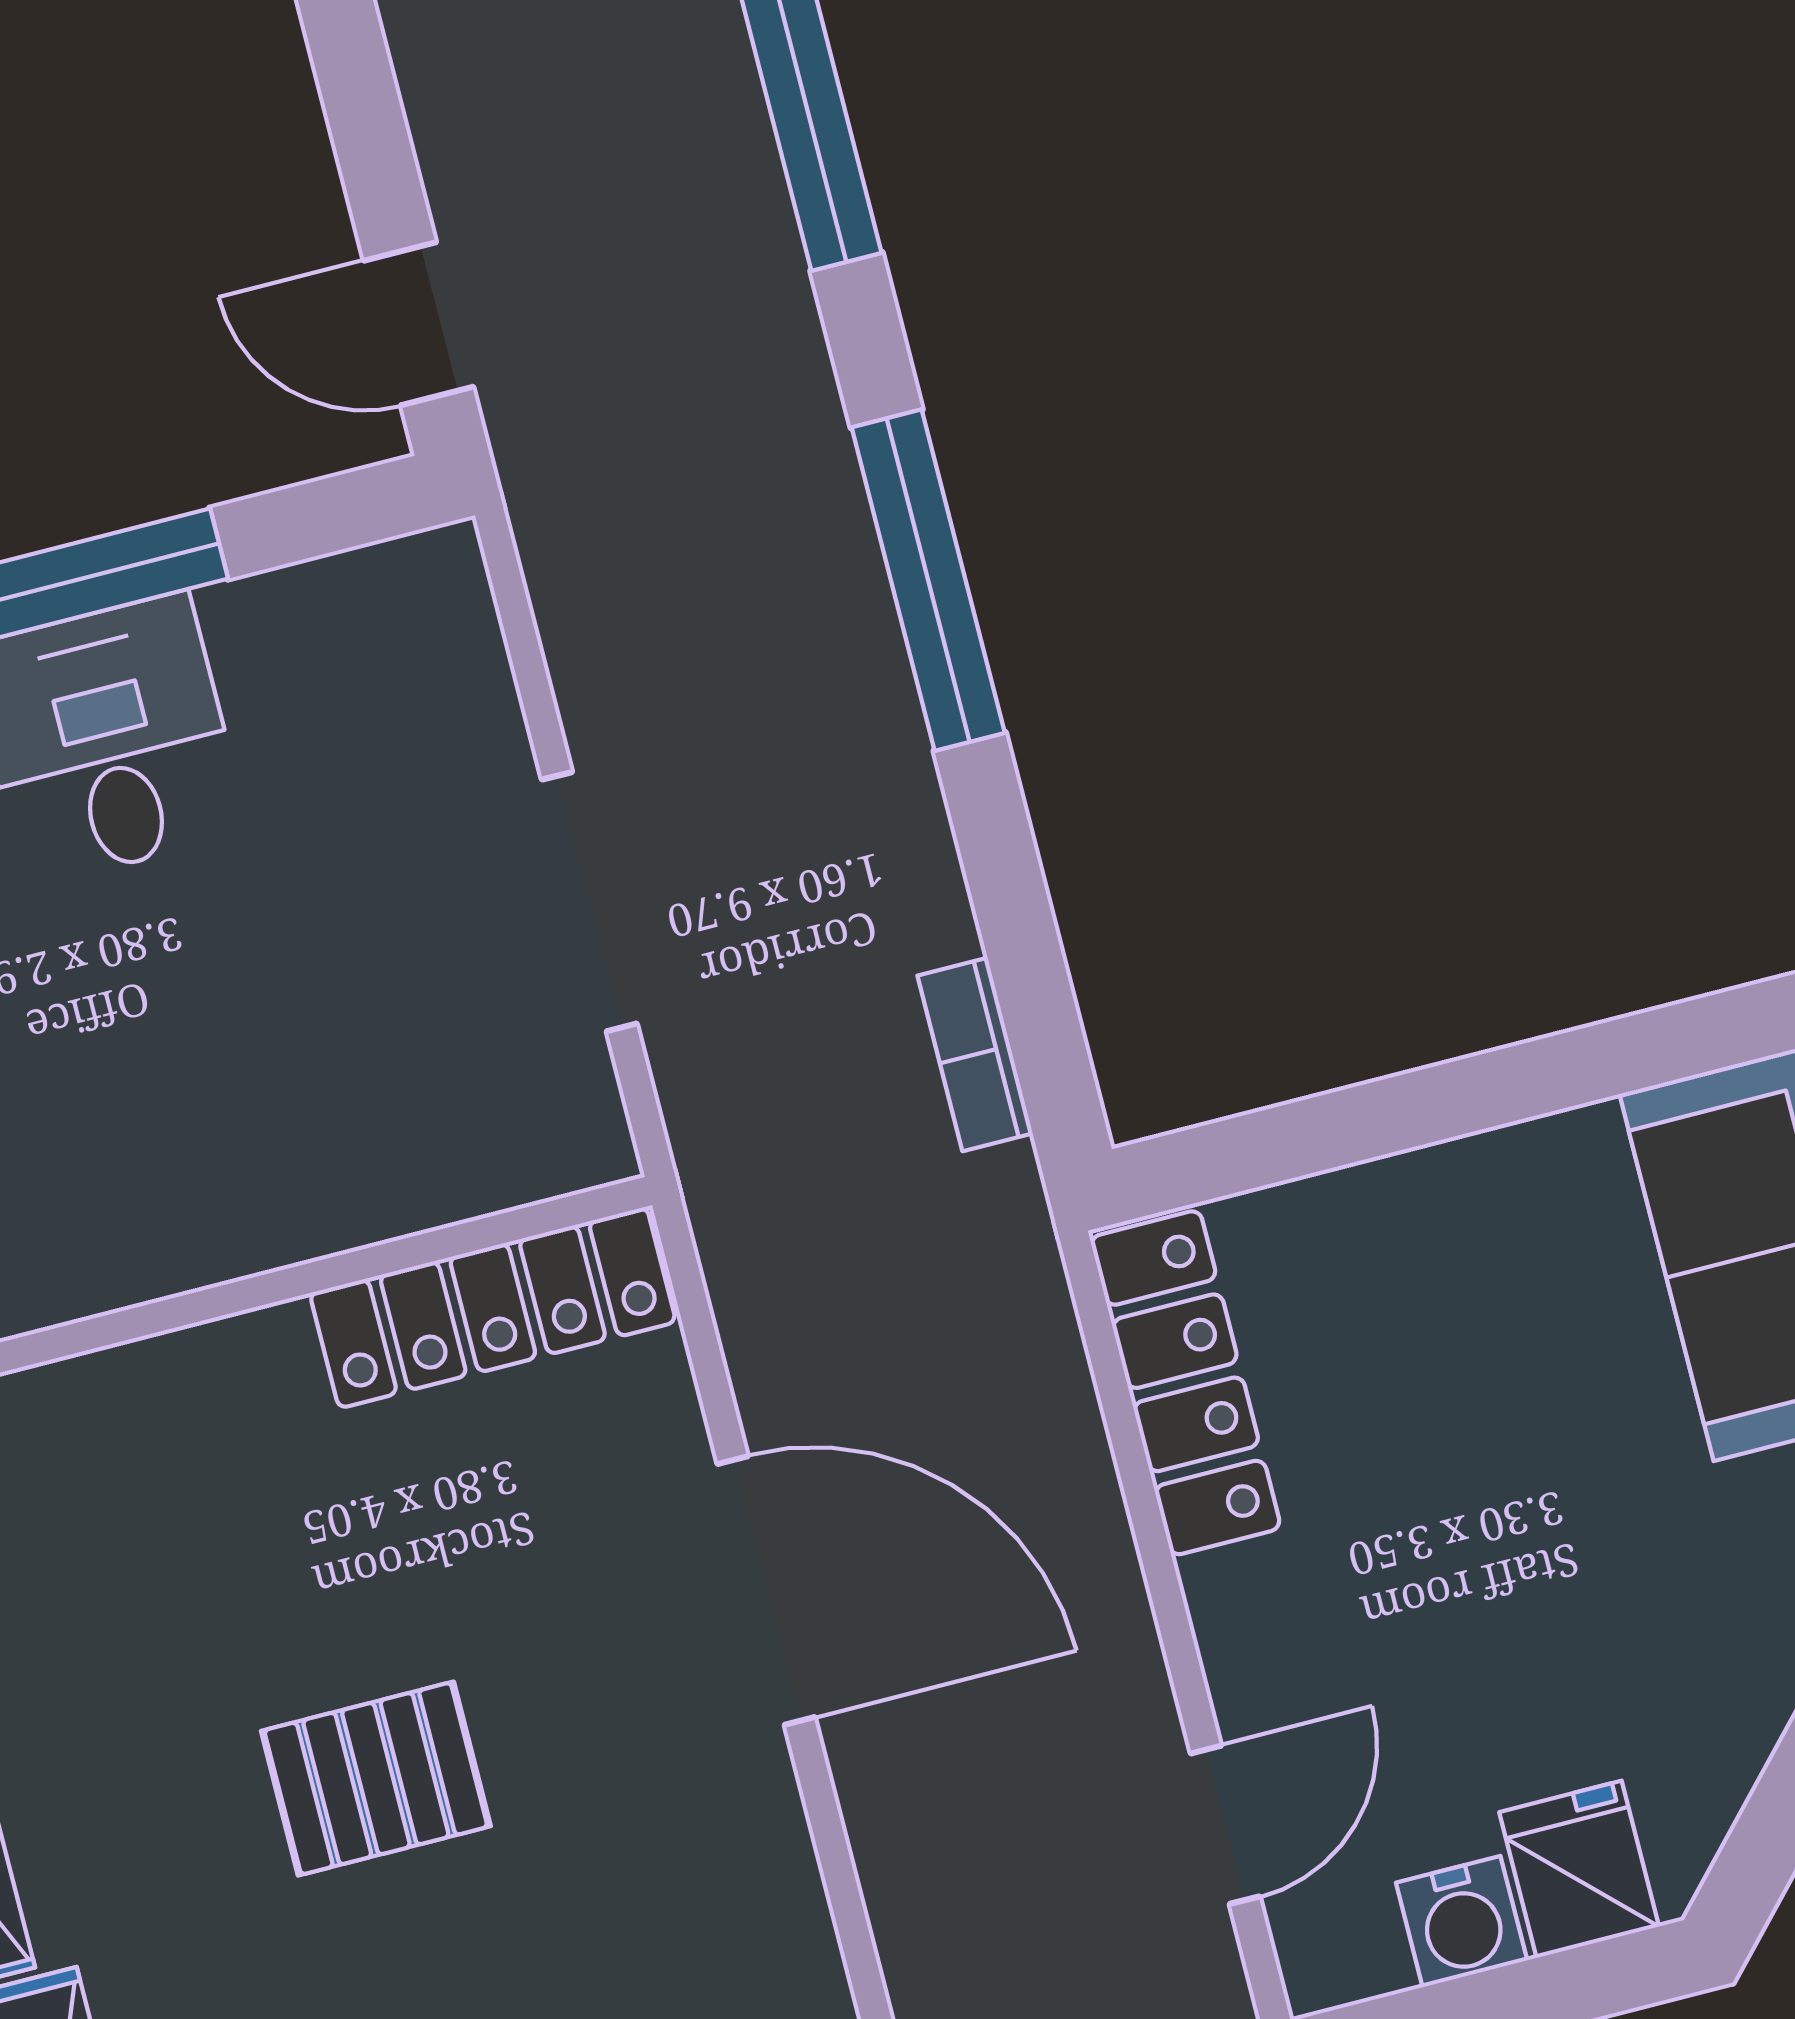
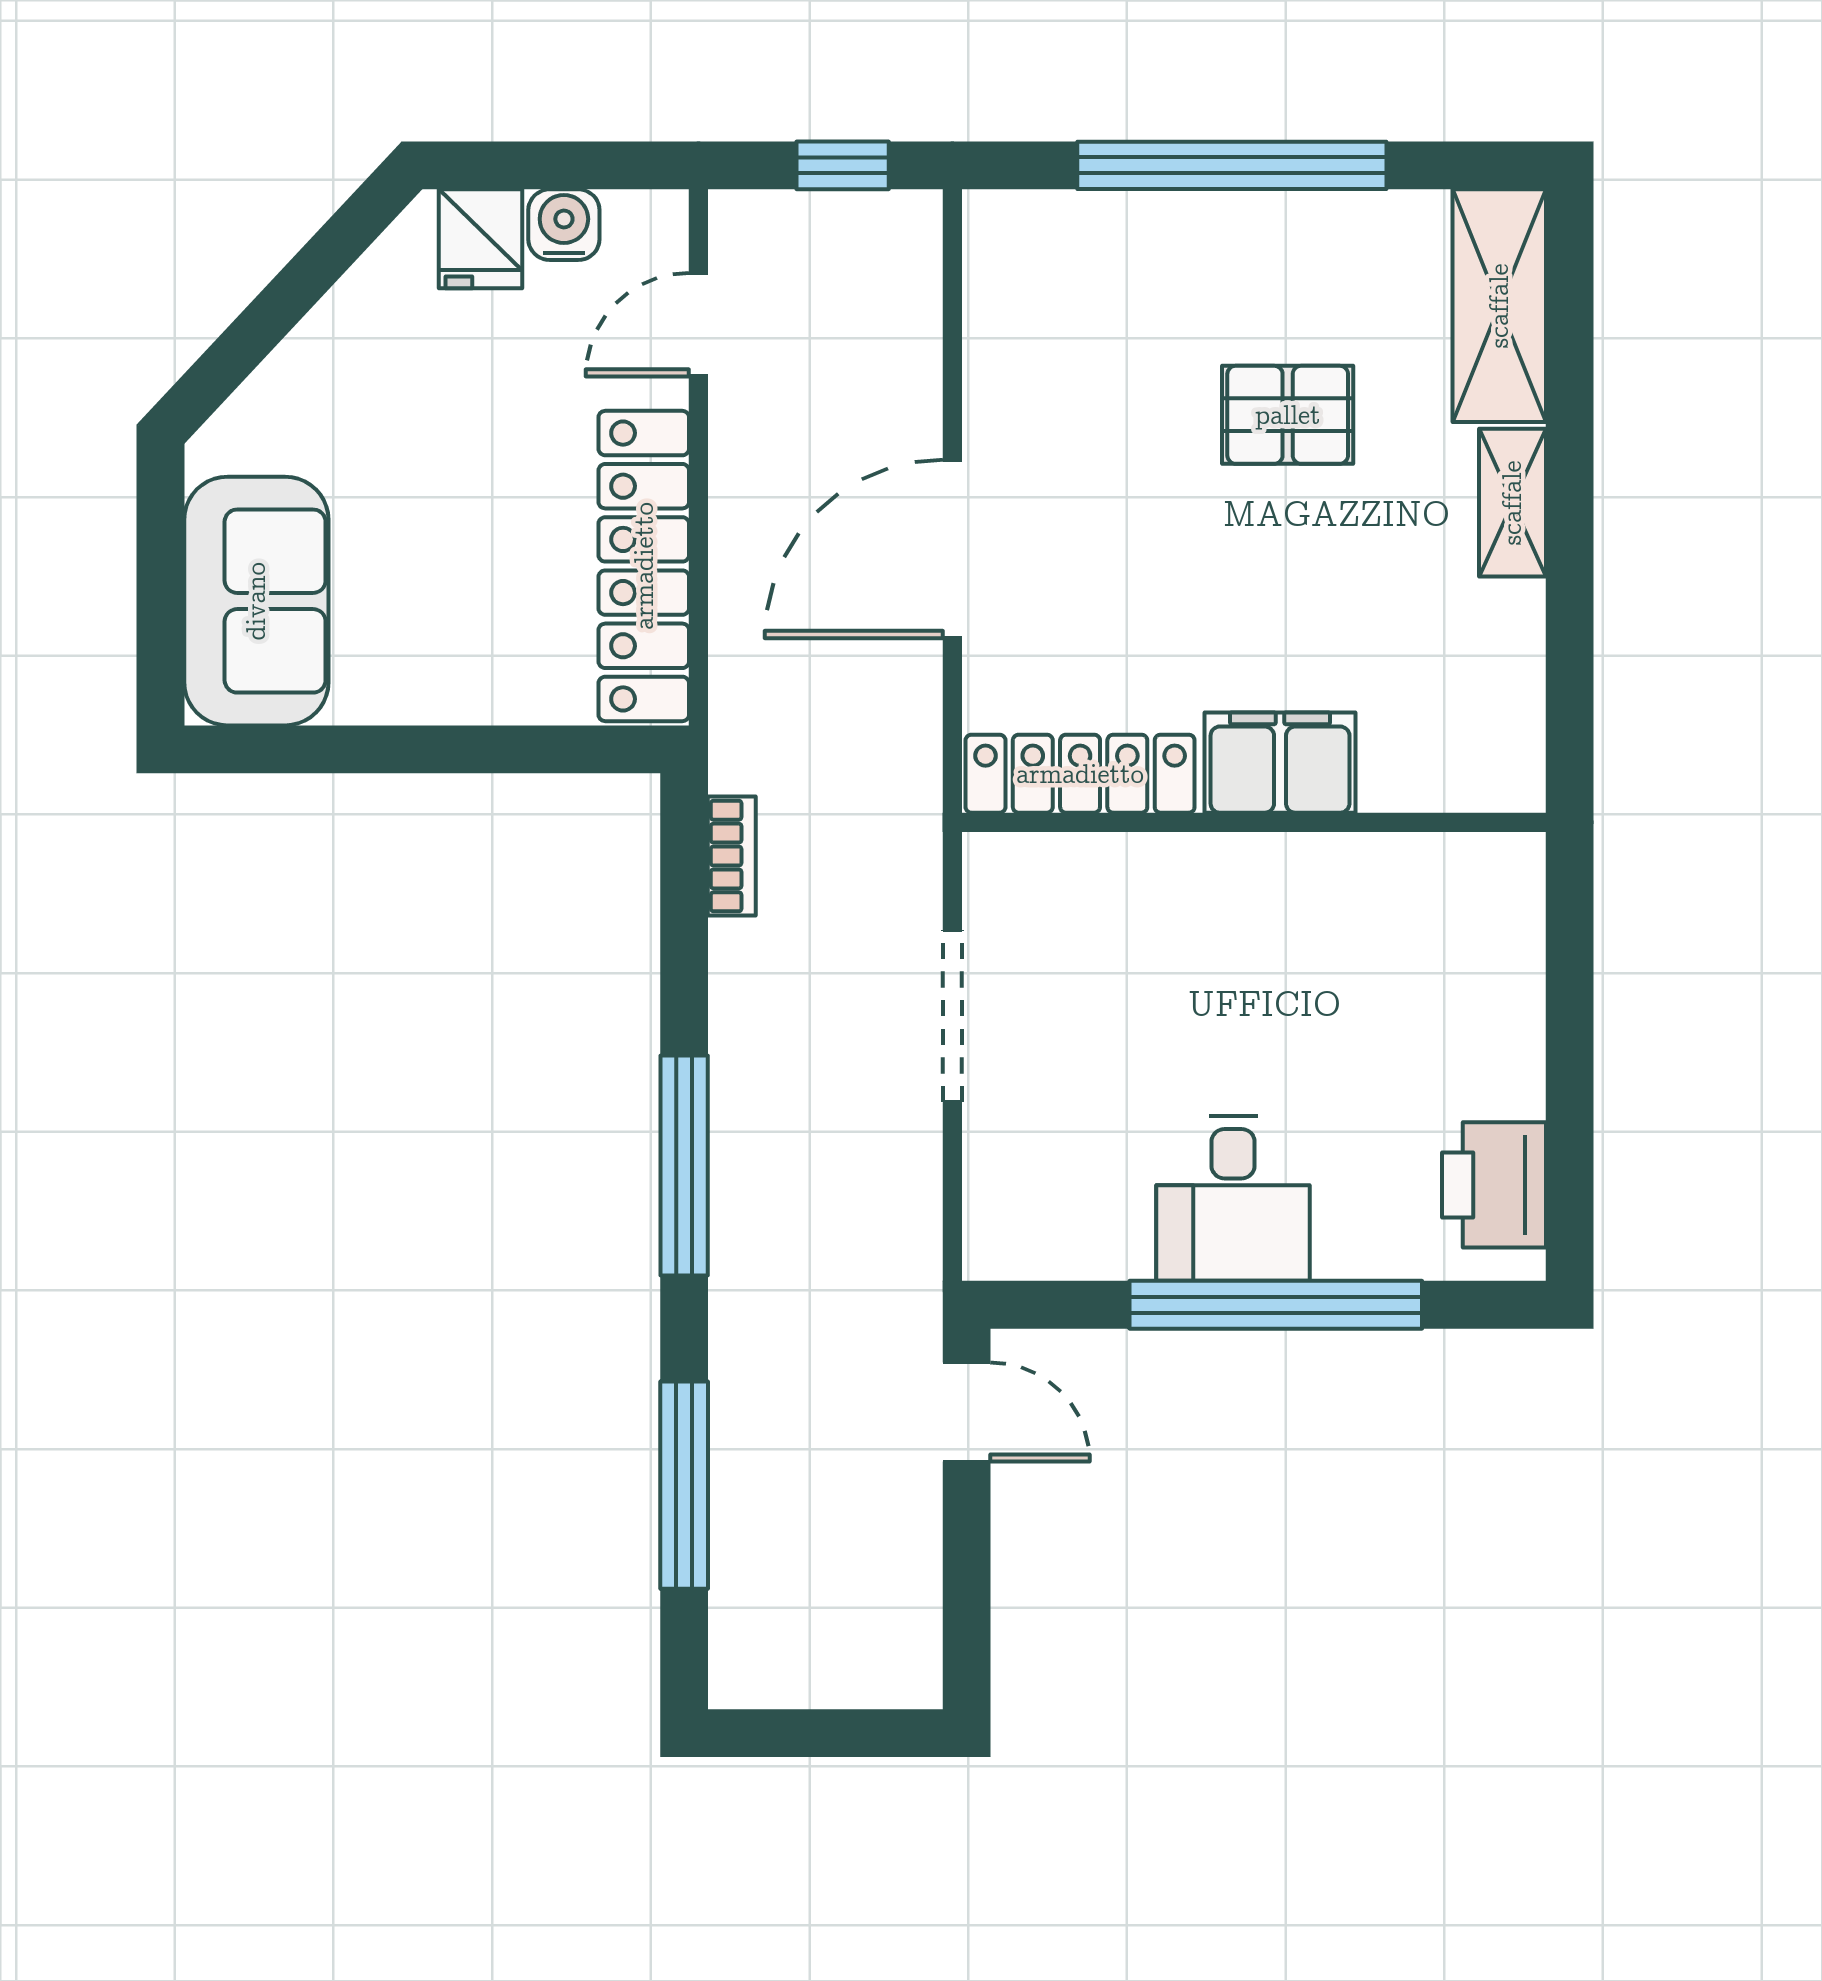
locker: (1185, 1383) -> (644, 566), width x1.41, depth x1.21
filing cabinet: (202, 1400) -> (1280, 763), added
door: (766, 1590) -> (952, 549), hinge flipped
pallet: (376, 1779) -> (1288, 415), moved

